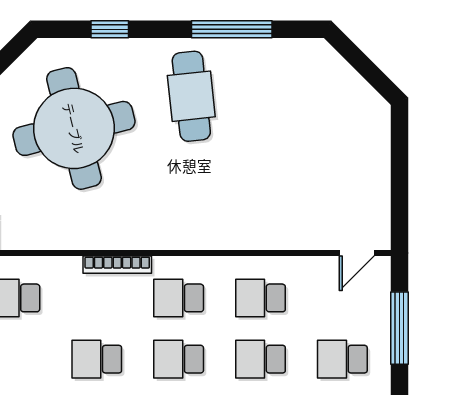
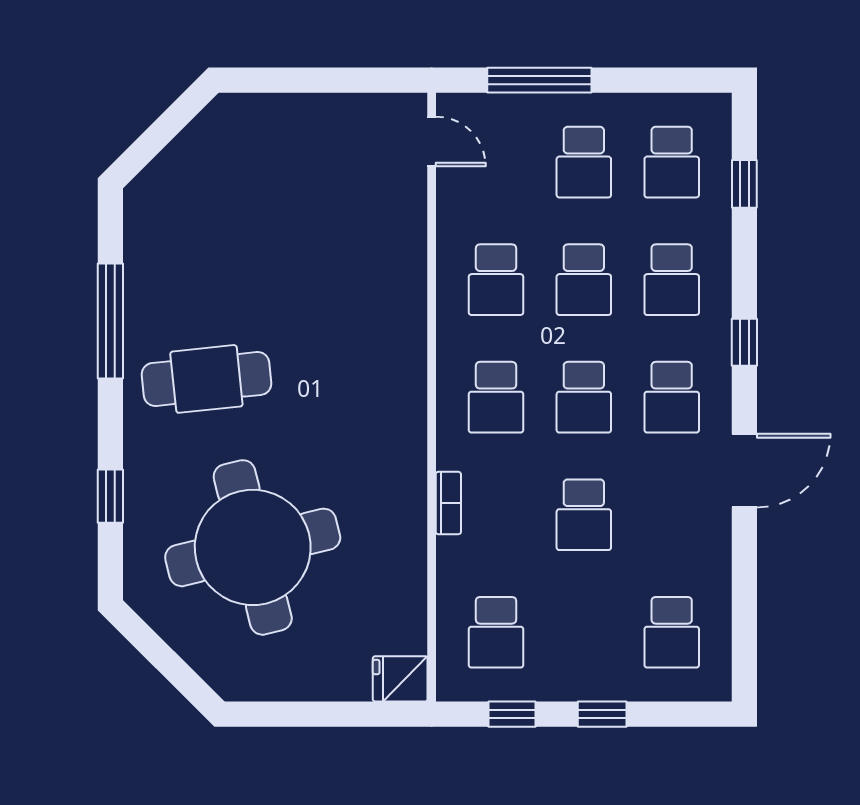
bookcase: (117, 265) -> (448, 503), width x0.64

